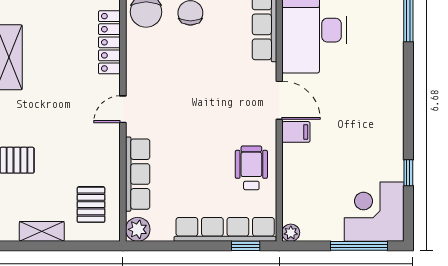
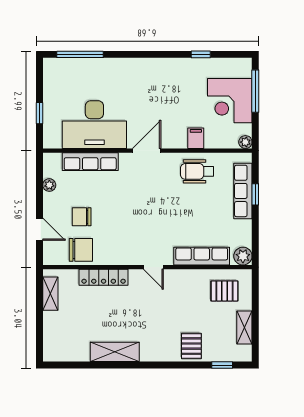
filing cabinet: (296, 132) -> (196, 138), moved
corner desk: (374, 212) -> (230, 101), moved
row of seats: (225, 229) -> (243, 191), width x0.73
window: (246, 246) -> (255, 194), moved

